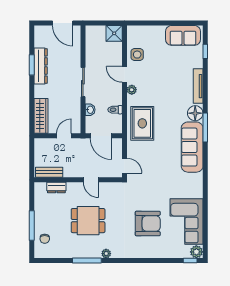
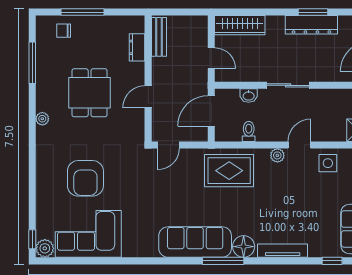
window: (87, 261) -> (32, 63), moved

